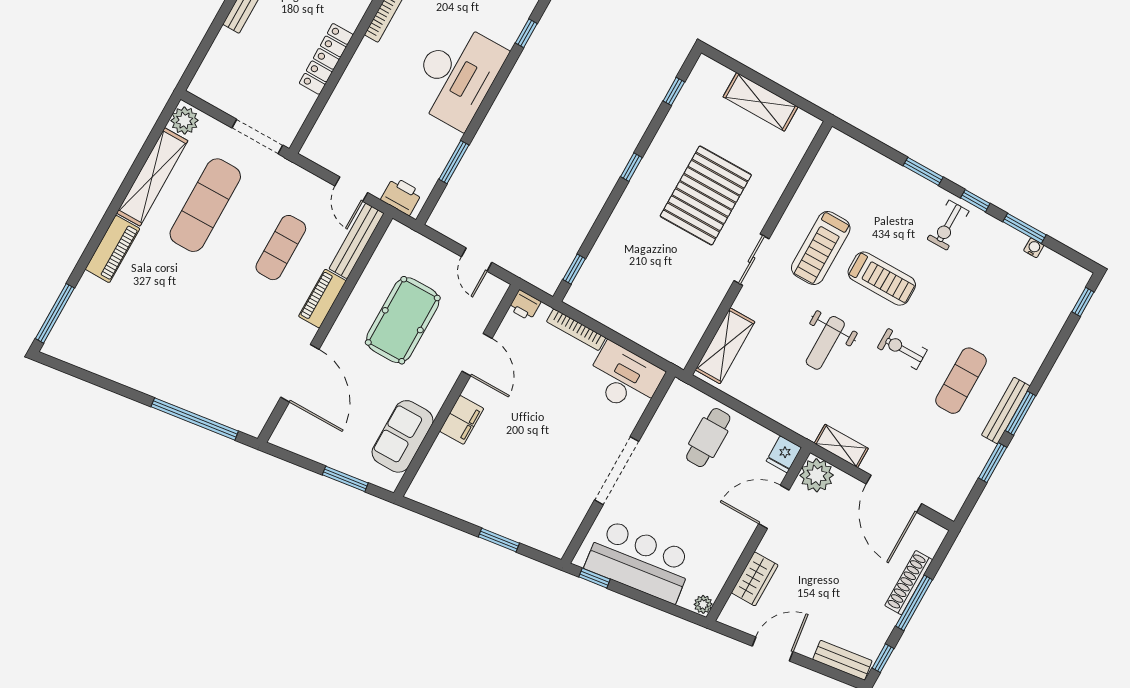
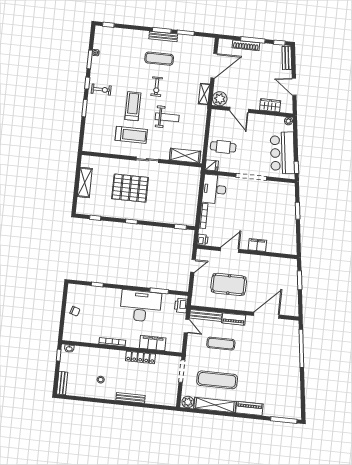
desk: (457, 75) -> (141, 306), moved
filing cabinet: (346, 99) -> (153, 343), added
door: (351, 189) -> (187, 326), hinge flipped
sofa: (402, 436) -> (274, 265), removed
fridge: (784, 454) -> (212, 165), moved

